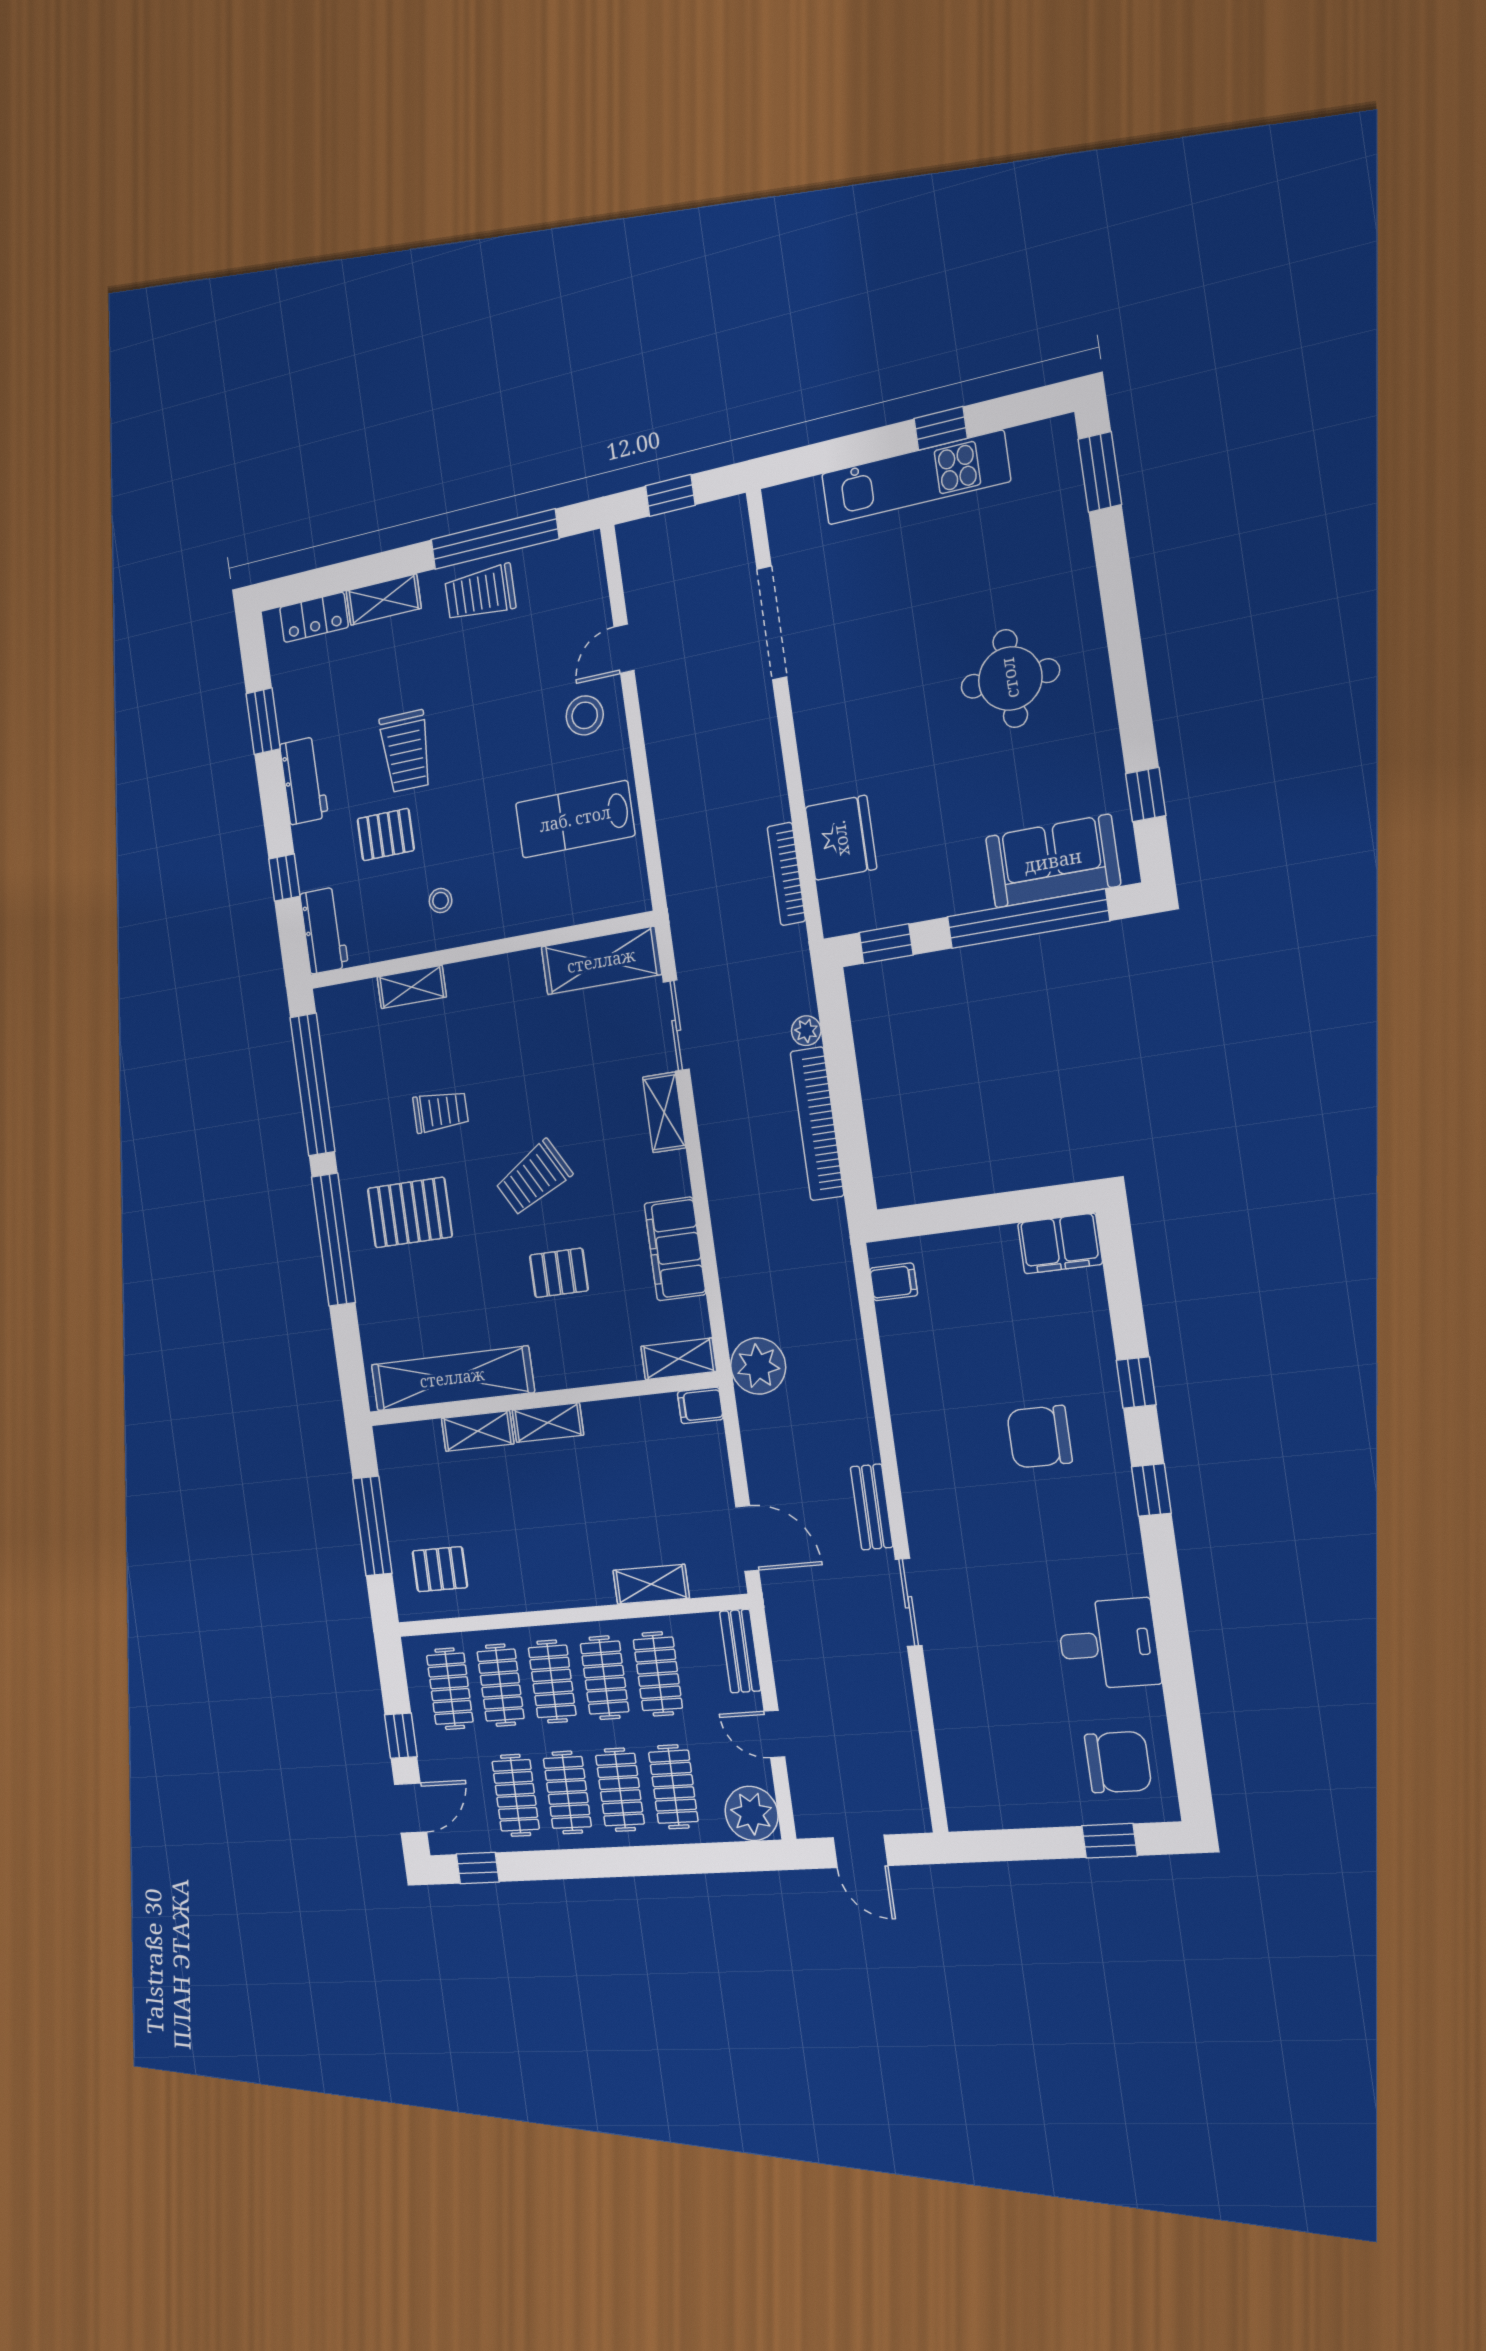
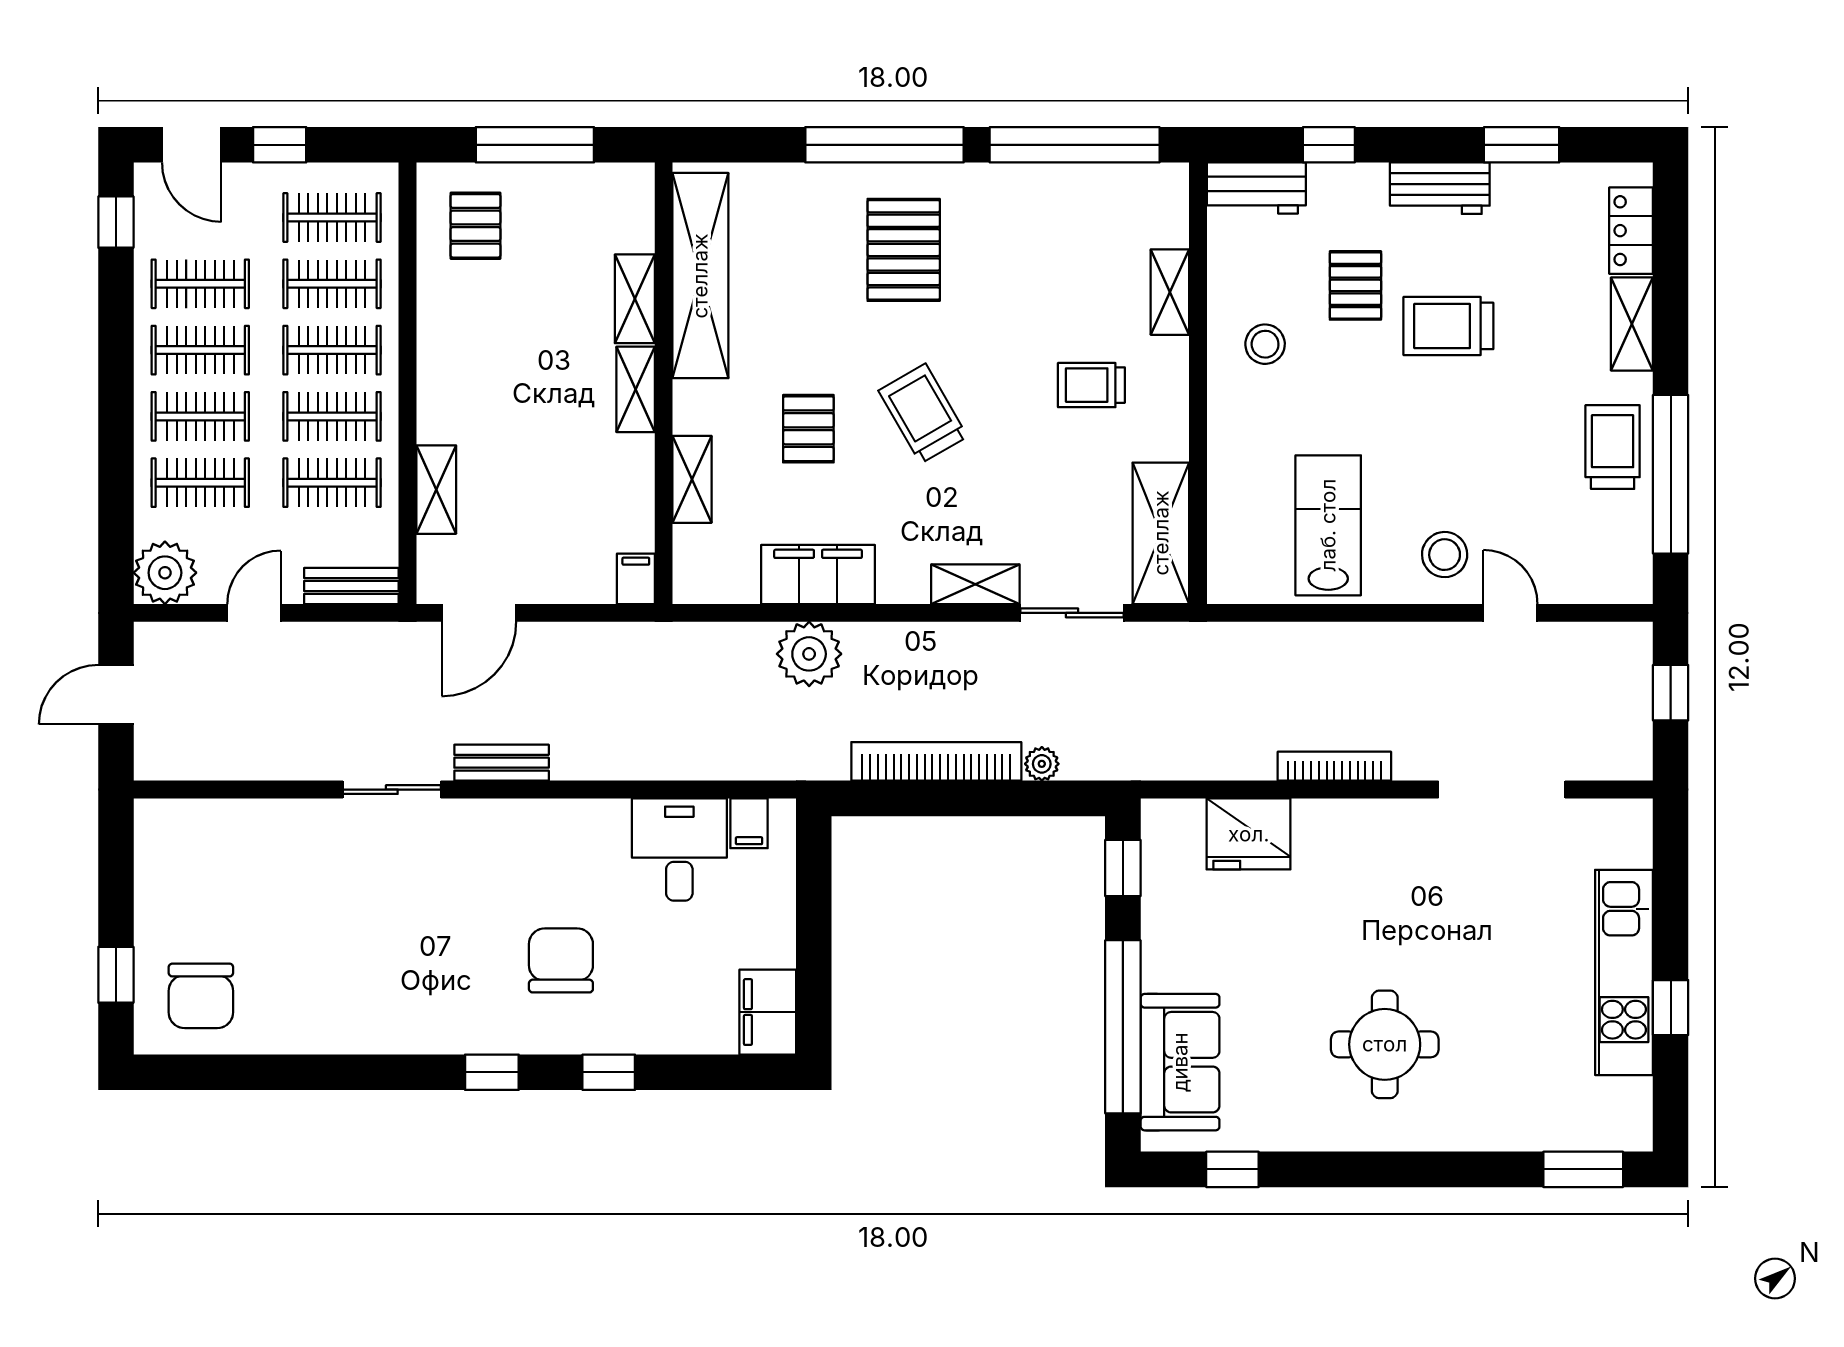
bookcase: (786, 874) -> (1334, 766), moved
stool: (441, 901) -> (1265, 344), width x1.37, depth x1.37
trolley: (441, 1111) -> (1091, 385), moved, turned 90
shelving: (679, 1359) -> (692, 479), moved
plant: (758, 1366) -> (809, 654), moved
desk: (1108, 1644) -> (679, 850), moved, turned 180

